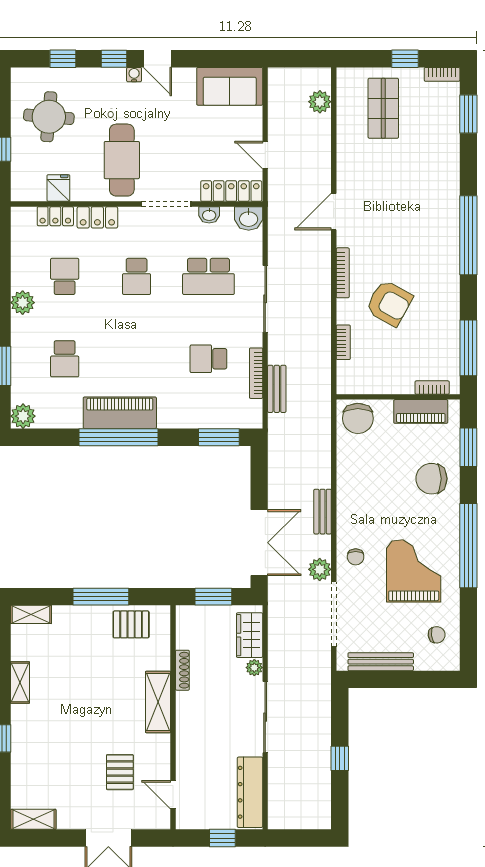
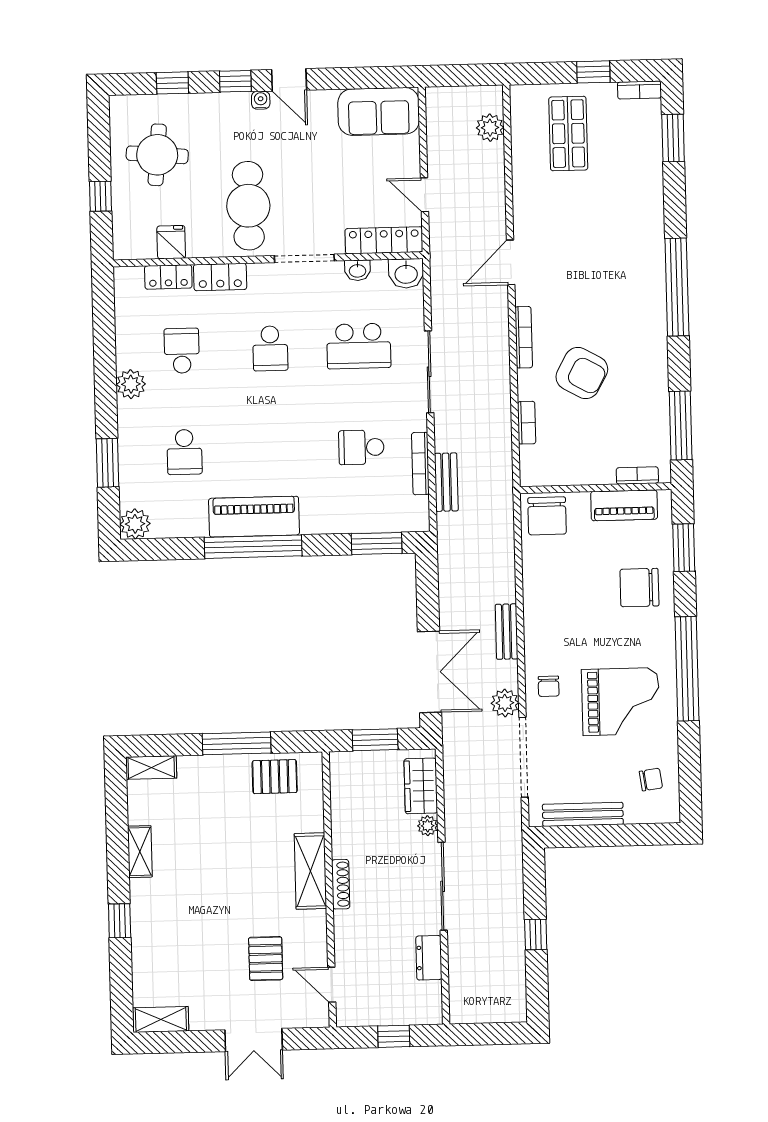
grand piano: (414, 571) -> (621, 702), turned 90
shoe rack: (182, 670) -> (341, 884), moved
dresser: (250, 792) -> (429, 958), width x0.51, depth x0.80

